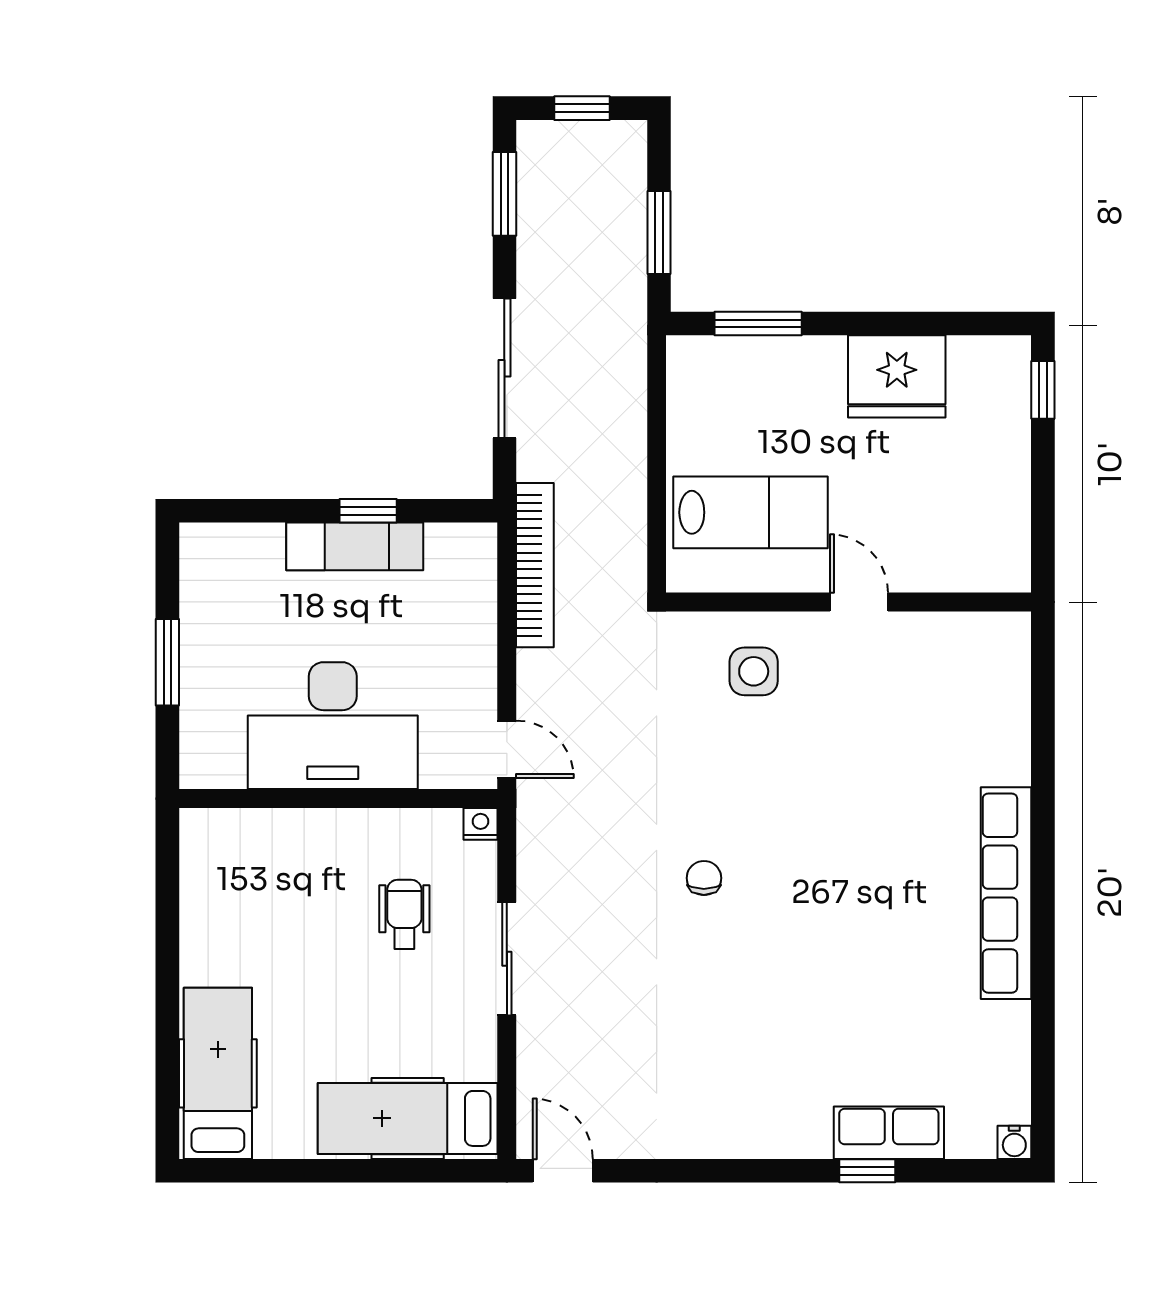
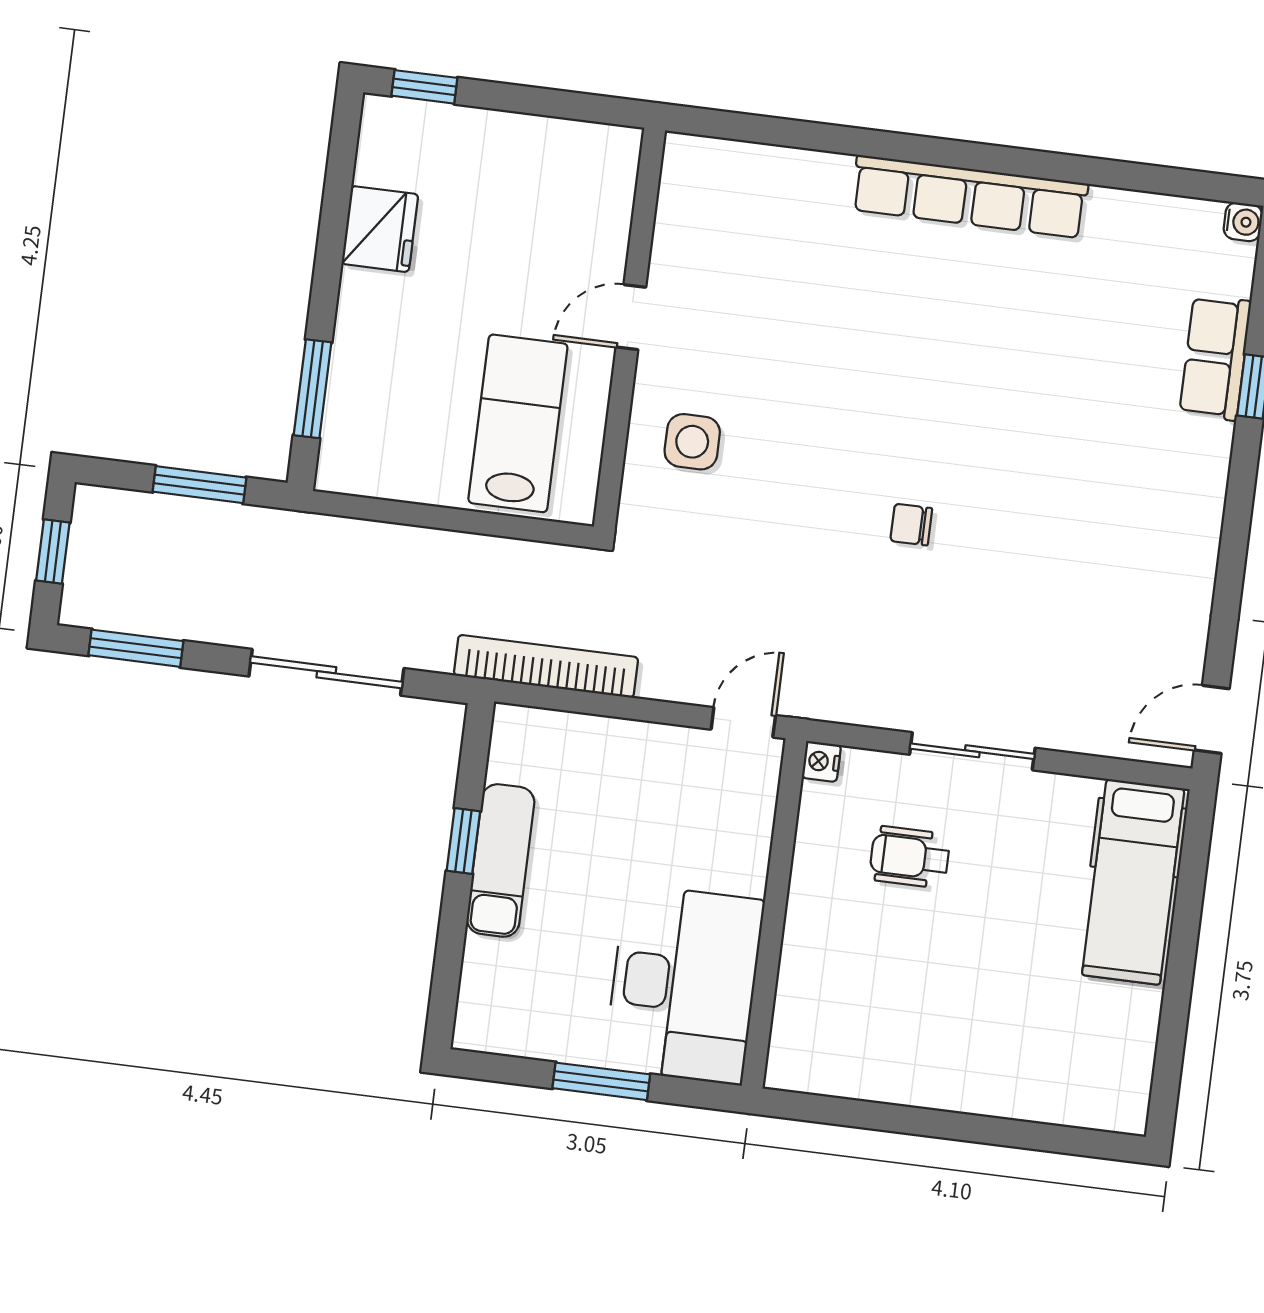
fridge: (897, 376) -> (380, 229), width x0.73, depth x0.75
desk: (333, 726) -> (684, 984), moved
hospital bed: (218, 1073) -> (1058, 1083), removed

